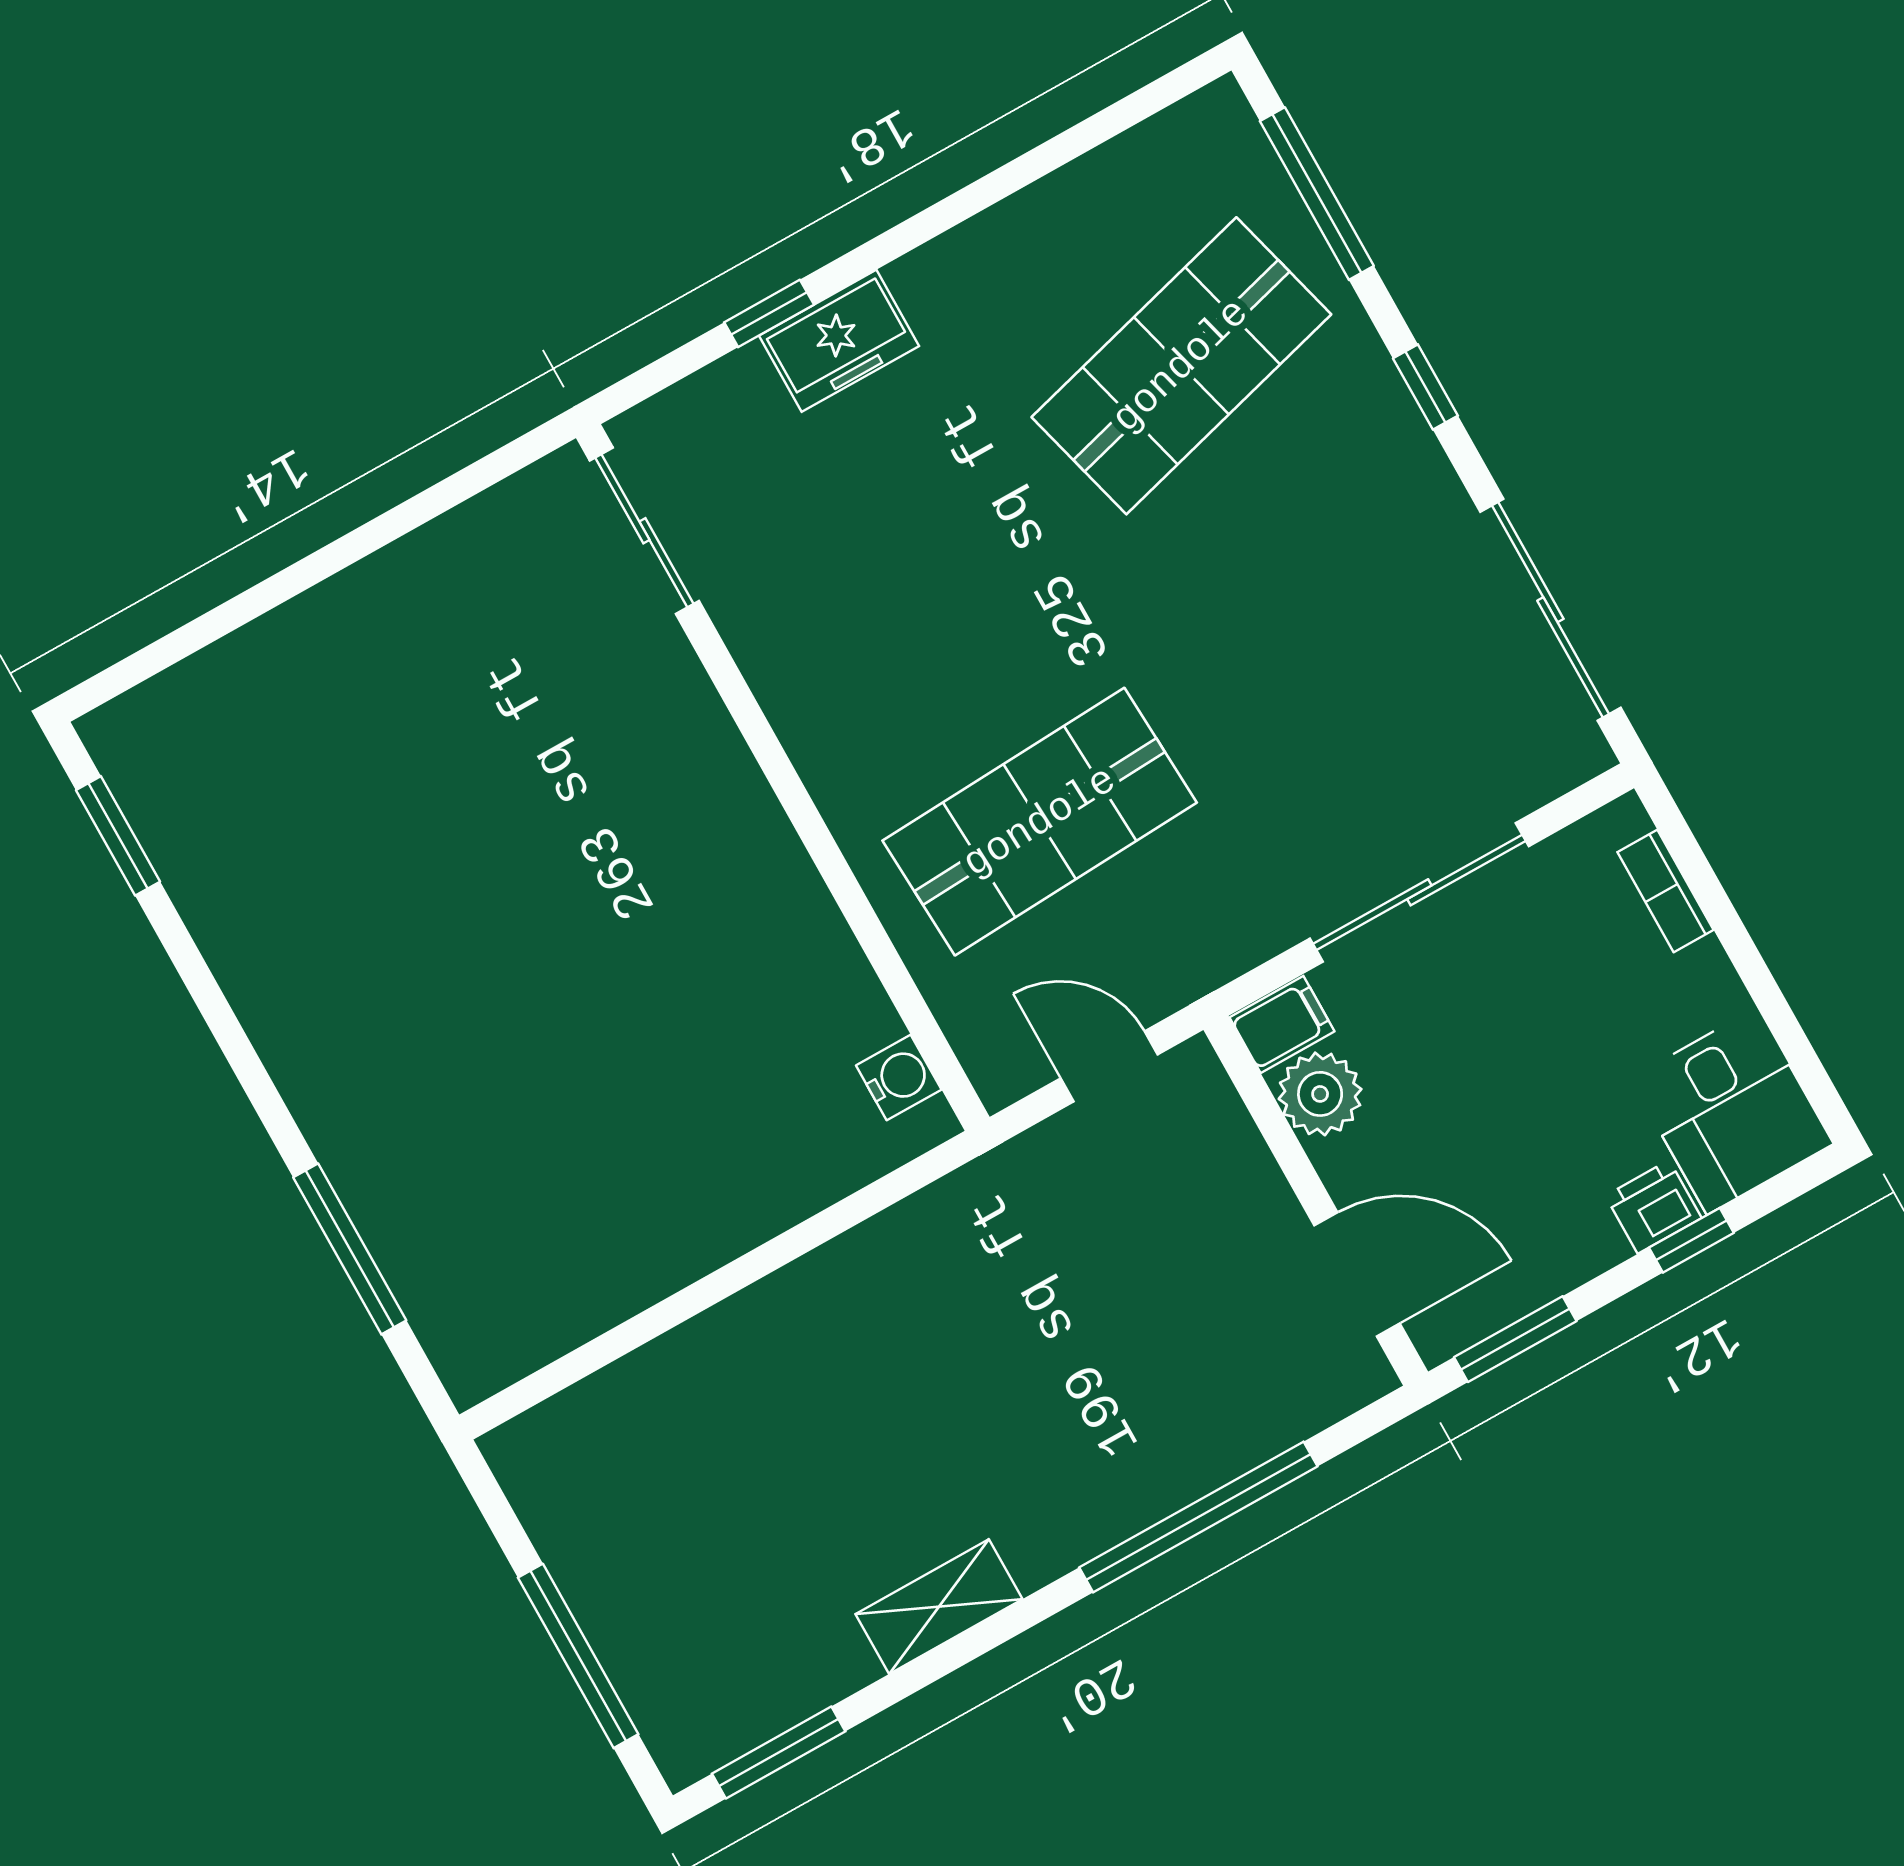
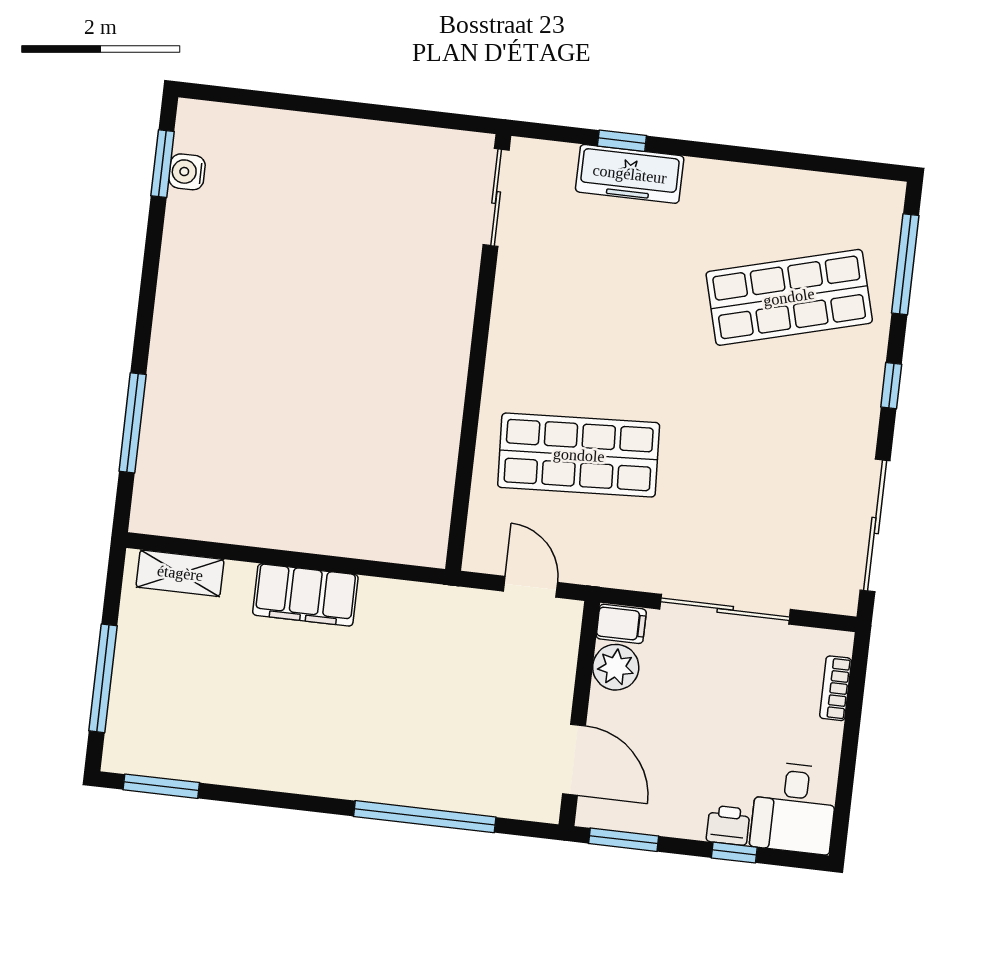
freezer: (839, 341) -> (630, 174), width x1.40
water cooler: (899, 1078) -> (187, 172), moved, turned 180
filing cabinet: (787, 1318) -> (305, 595), added
shelving: (939, 1607) -> (180, 573), moved

